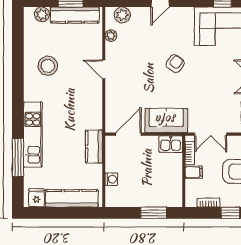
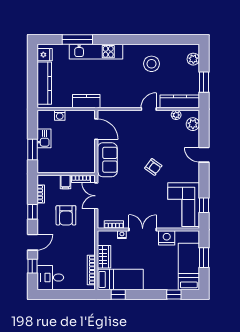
kitchen counter: (75, 15) -> (180, 101), moved, turned 90
kitchen sink: (171, 144) -> (44, 138), moved, turned 180

